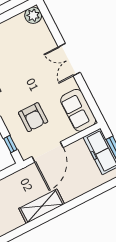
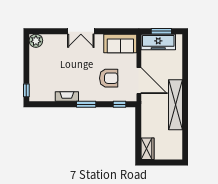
shelving: (42, 206) -> (175, 105), width x1.47

